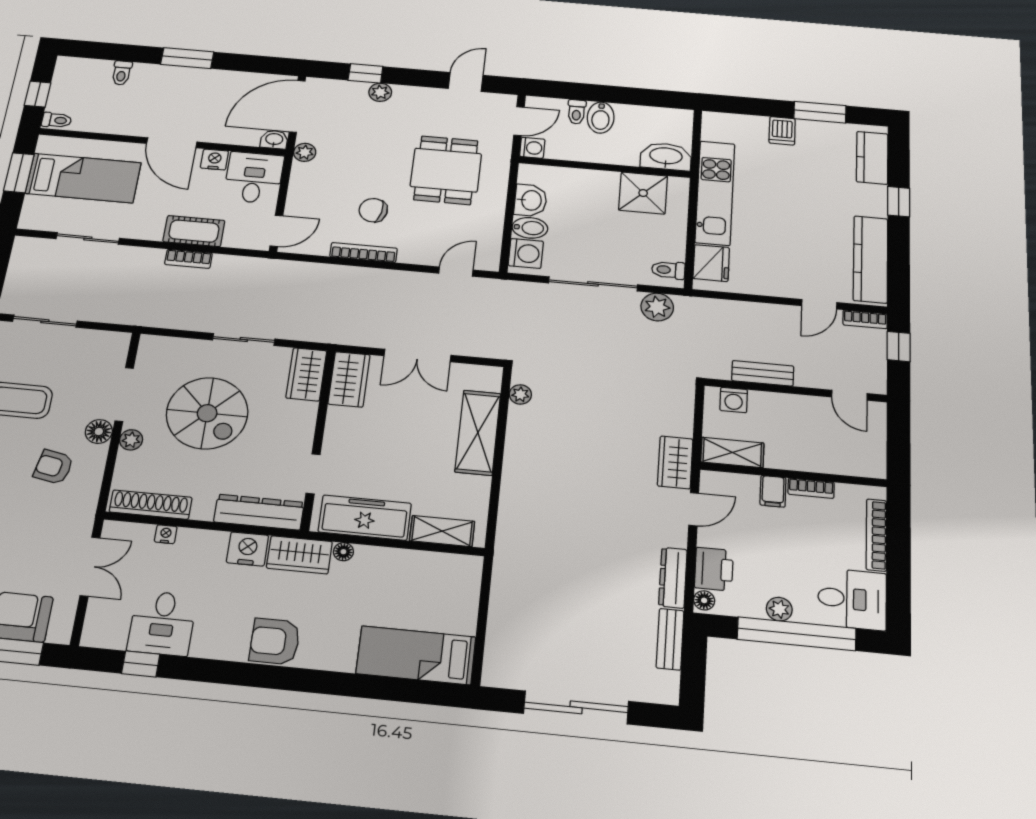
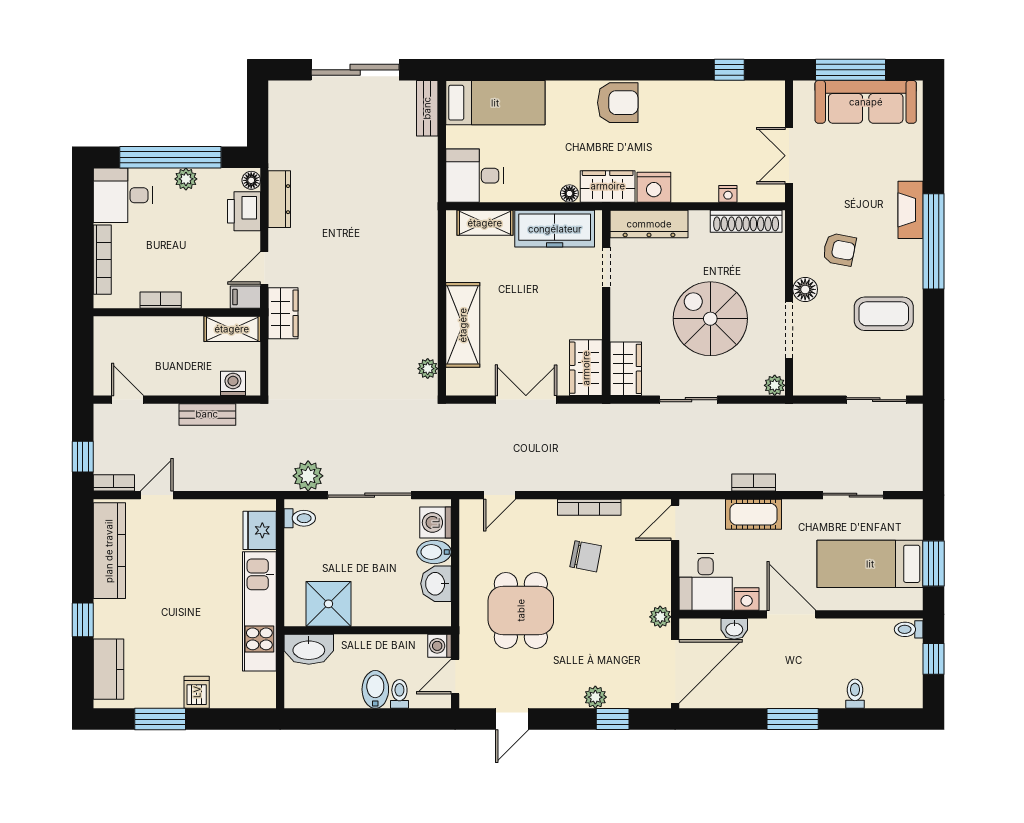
washbasin: (274, 140) -> (734, 629), moved
plant: (131, 440) -> (775, 385), moved
filing cabinet: (773, 491) -> (245, 297), moved, turned -90
desk: (162, 623) -> (475, 176), moved, turned -90
bench: (670, 639) -> (427, 108), moved

